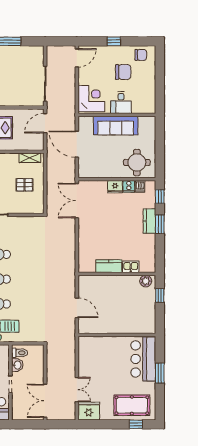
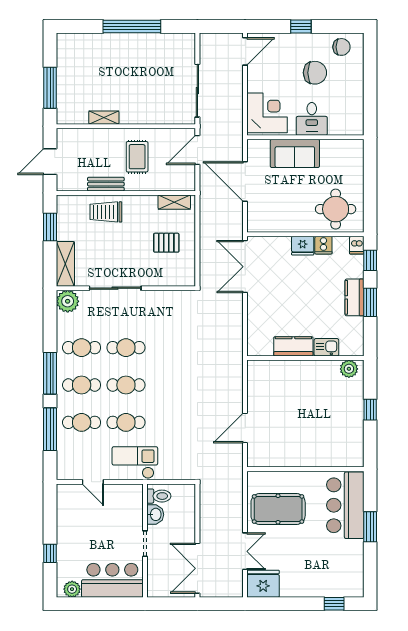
sofa: (116, 126) -> (295, 153), width x0.73
dishwasher: (140, 186) -> (357, 245), moved
kitchen counter: (109, 266) -> (293, 346), moved
kitchen sink: (131, 267) -> (326, 347), moved
wall: (117, 274) -> (305, 358), moved
plant: (146, 281) -> (349, 369), moved
door: (77, 308) -> (245, 428), swing flipped
pool table: (132, 405) -> (278, 509), moved

